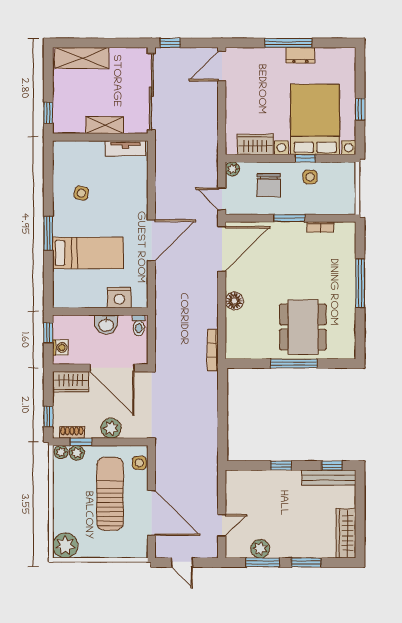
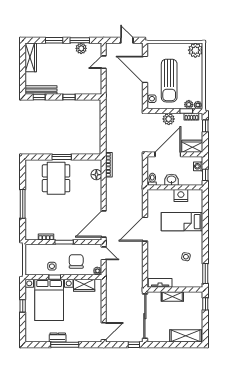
window: (48, 233) -> (205, 273), moved
nightstand: (119, 298) -> (181, 196), moved
floor lamp: (234, 301) -> (96, 175), moved
window: (294, 363) -> (62, 157), width x0.69
door: (112, 368) -> (168, 154), hinge flipped

